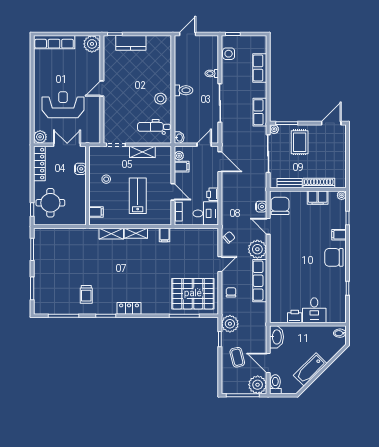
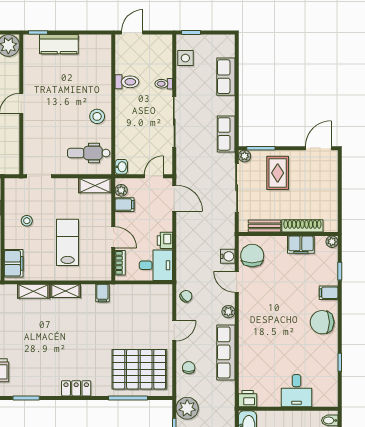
toilet: (183, 90) -> (127, 82), moved
shelving: (142, 152) -> (95, 185), moved
filing cabinet: (96, 212) -> (14, 263), width x2.00
plant: (257, 249) -> (228, 312), width x0.53, depth x0.53
locker: (129, 308) -> (76, 388), moved
printer: (295, 316) -> (248, 399), moved

